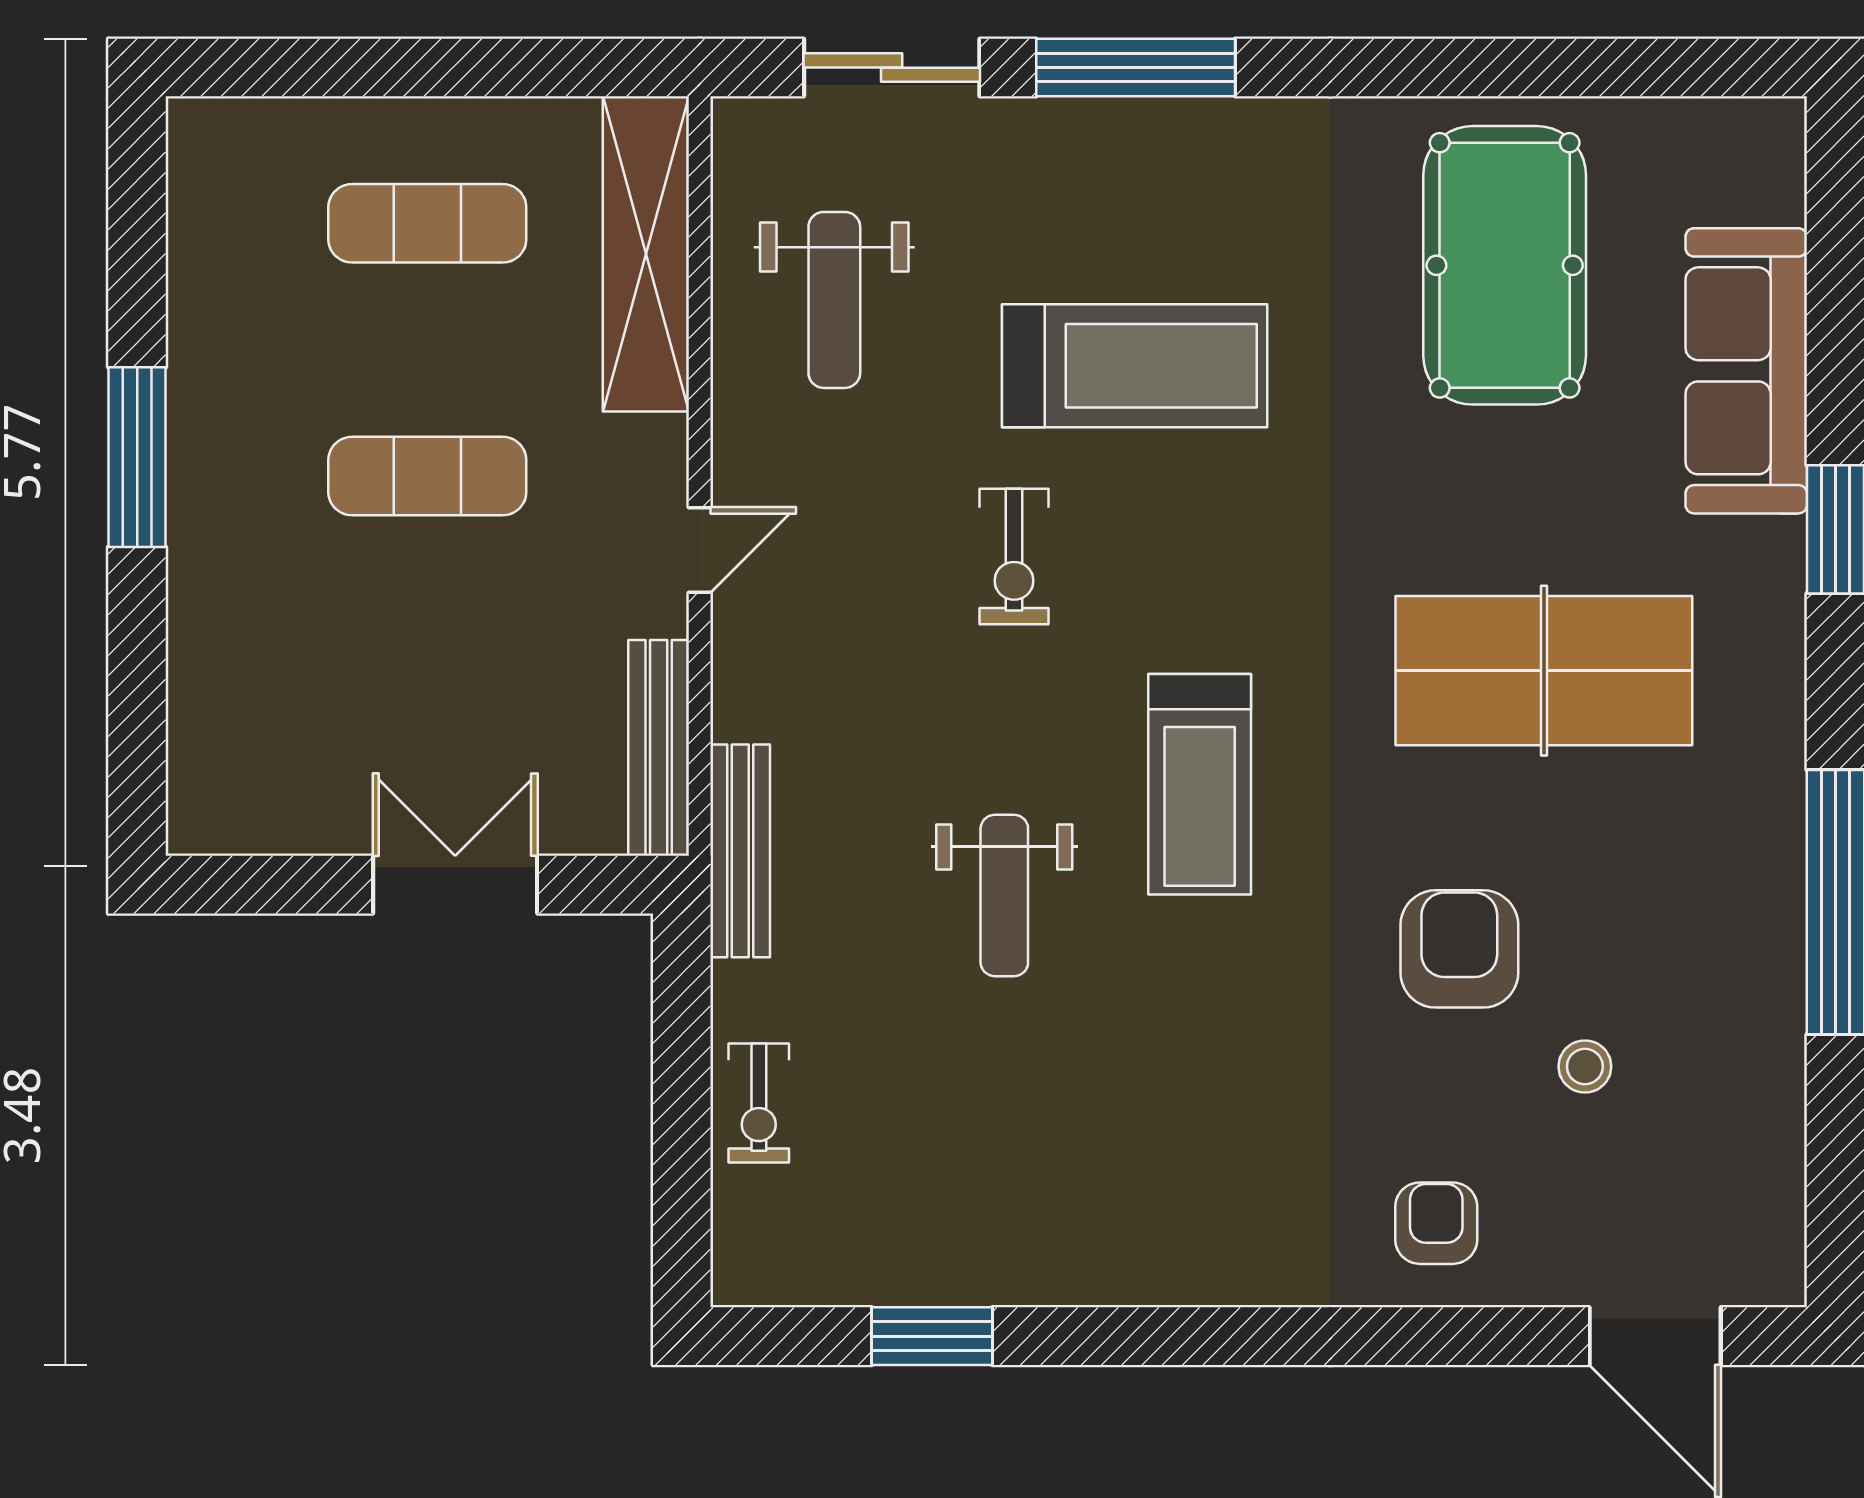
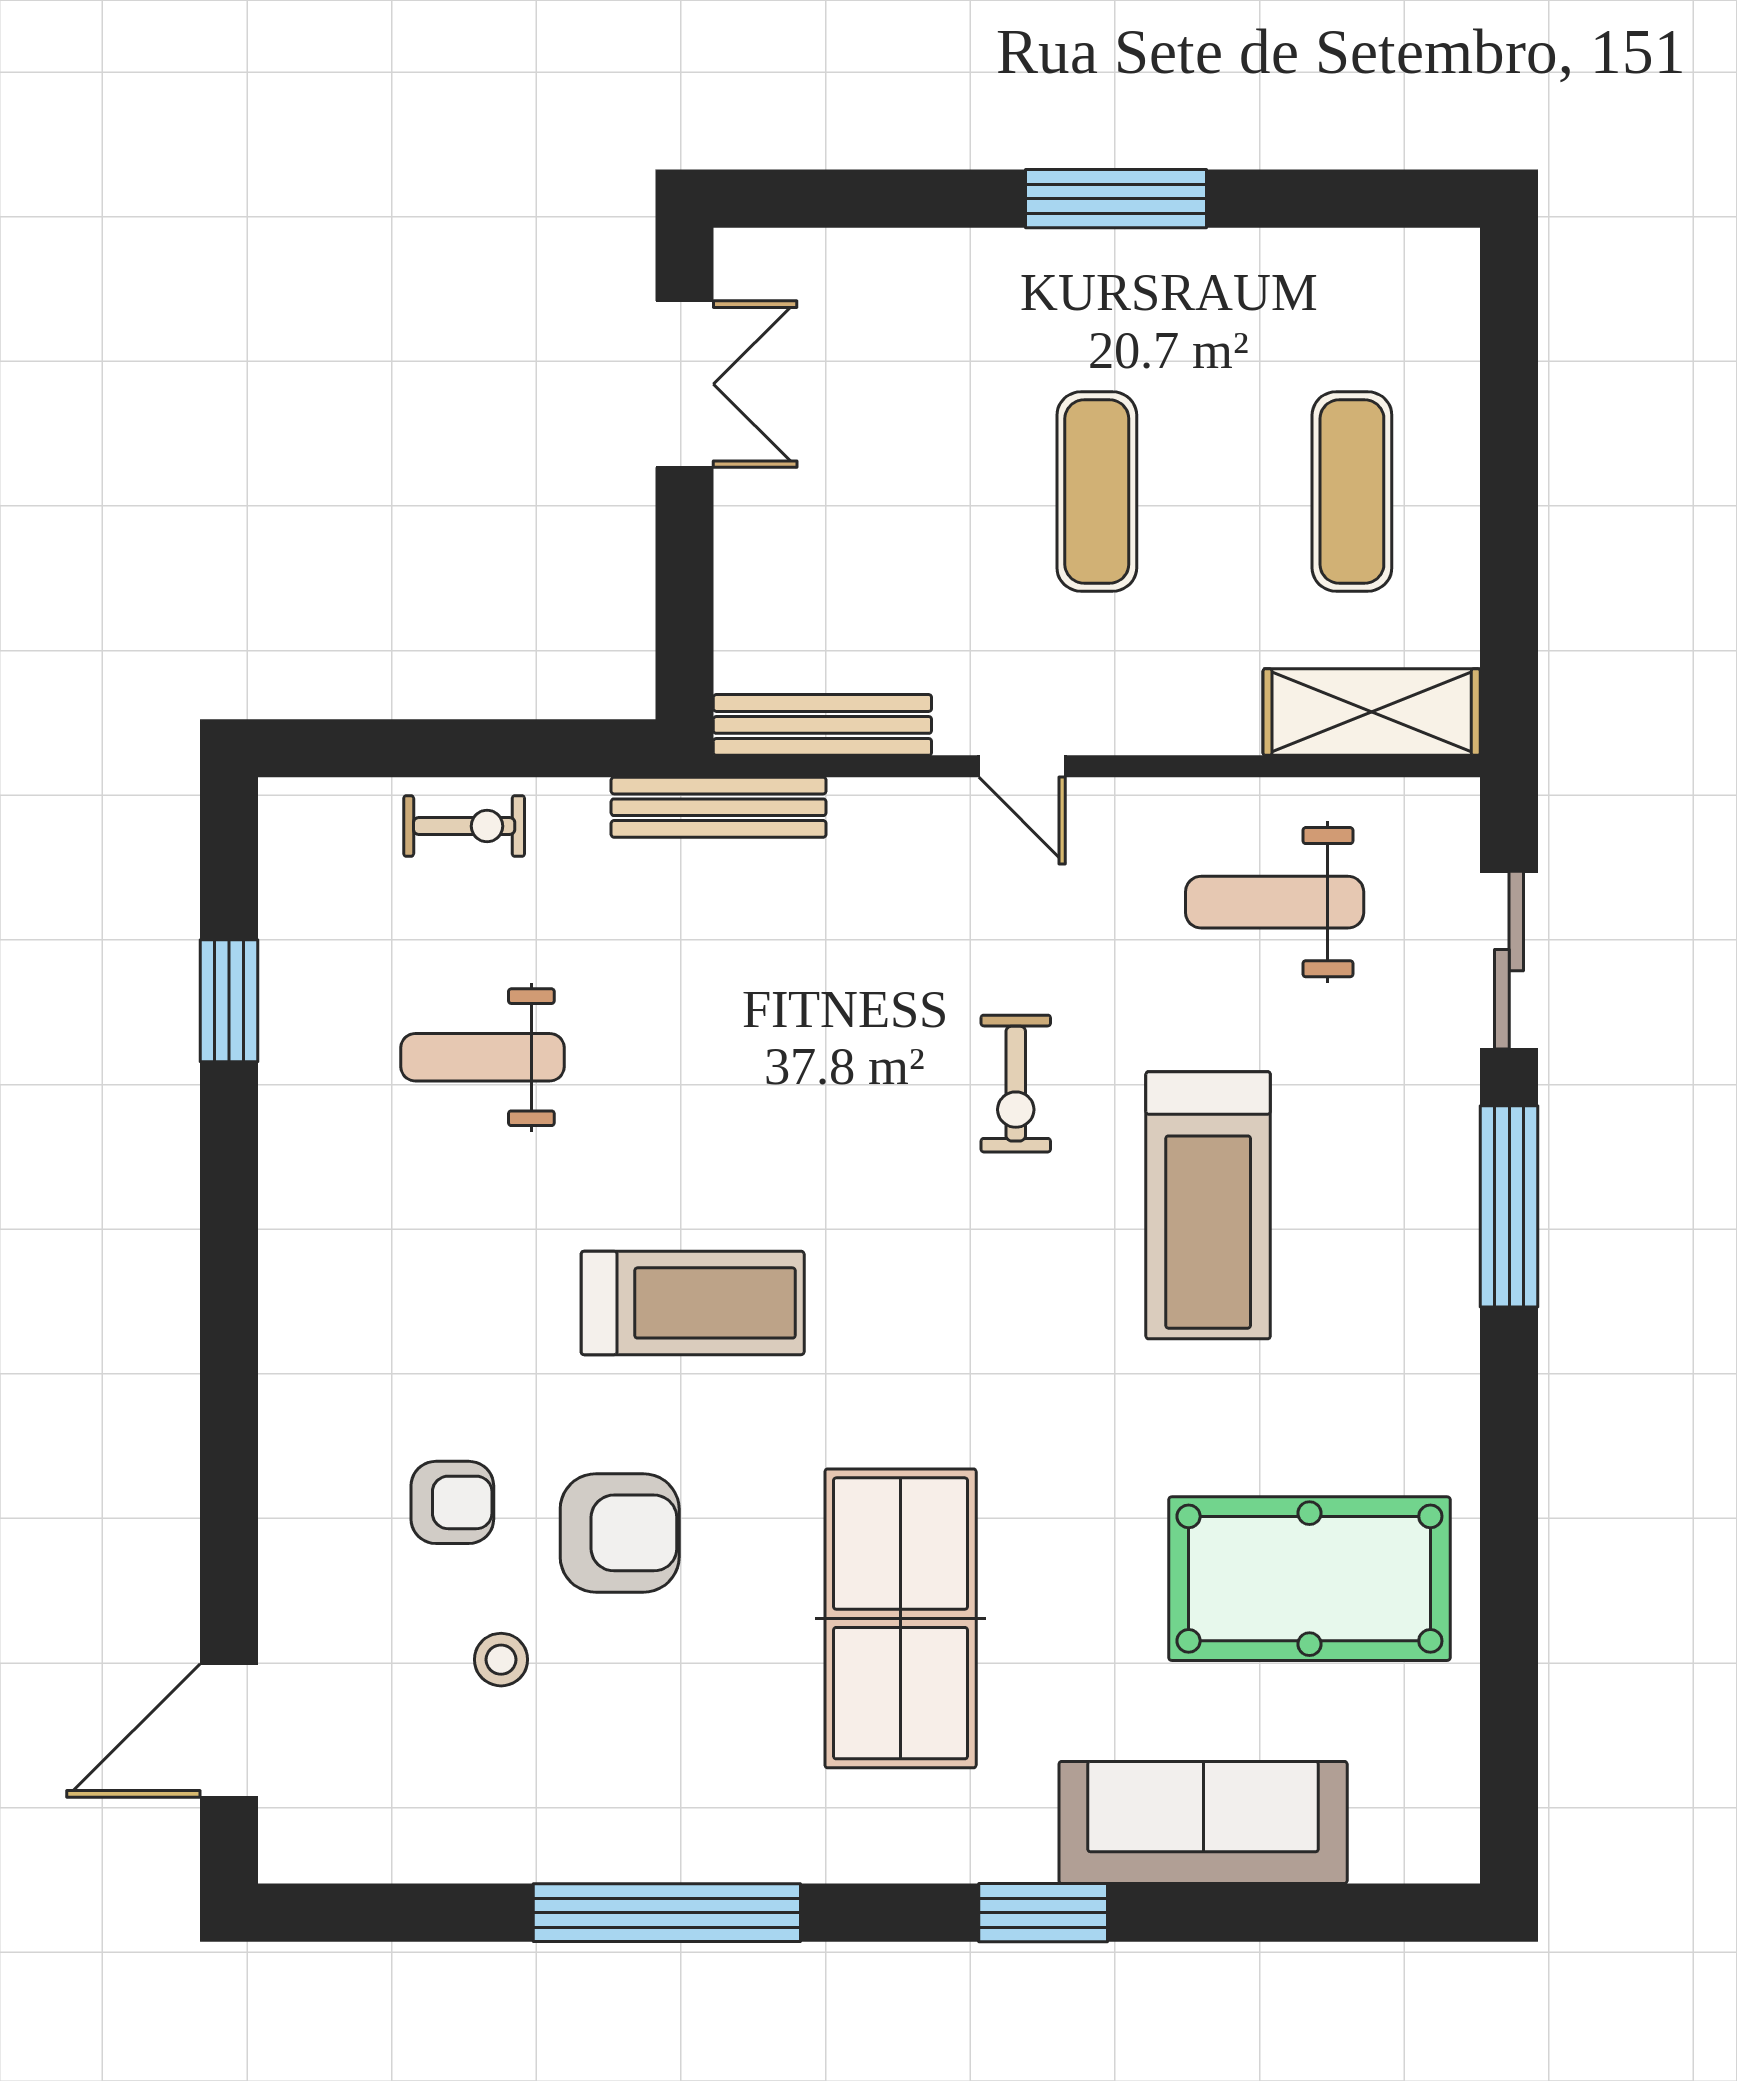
shelving: (646, 254) -> (1372, 712), width x0.68
exercise bike: (1014, 556) -> (1016, 1084), turned -90
treadmill: (1200, 784) -> (693, 1303), moved, turned 180
double door: (455, 885) -> (685, 384), moved
weight bench: (1004, 895) -> (482, 1057), moved
exercise bike: (759, 1103) -> (464, 826), turned 180
armchair: (1436, 1223) -> (452, 1502), moved

